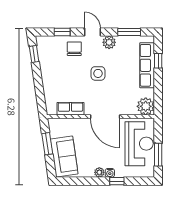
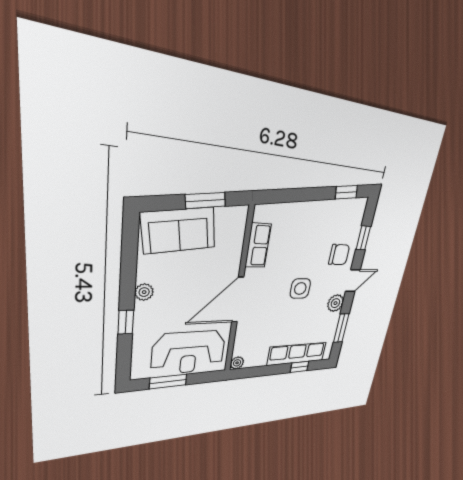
plant: (146, 106) -> (237, 363), width x0.53, depth x0.53
water cooler: (110, 173) -> (142, 310), removed

